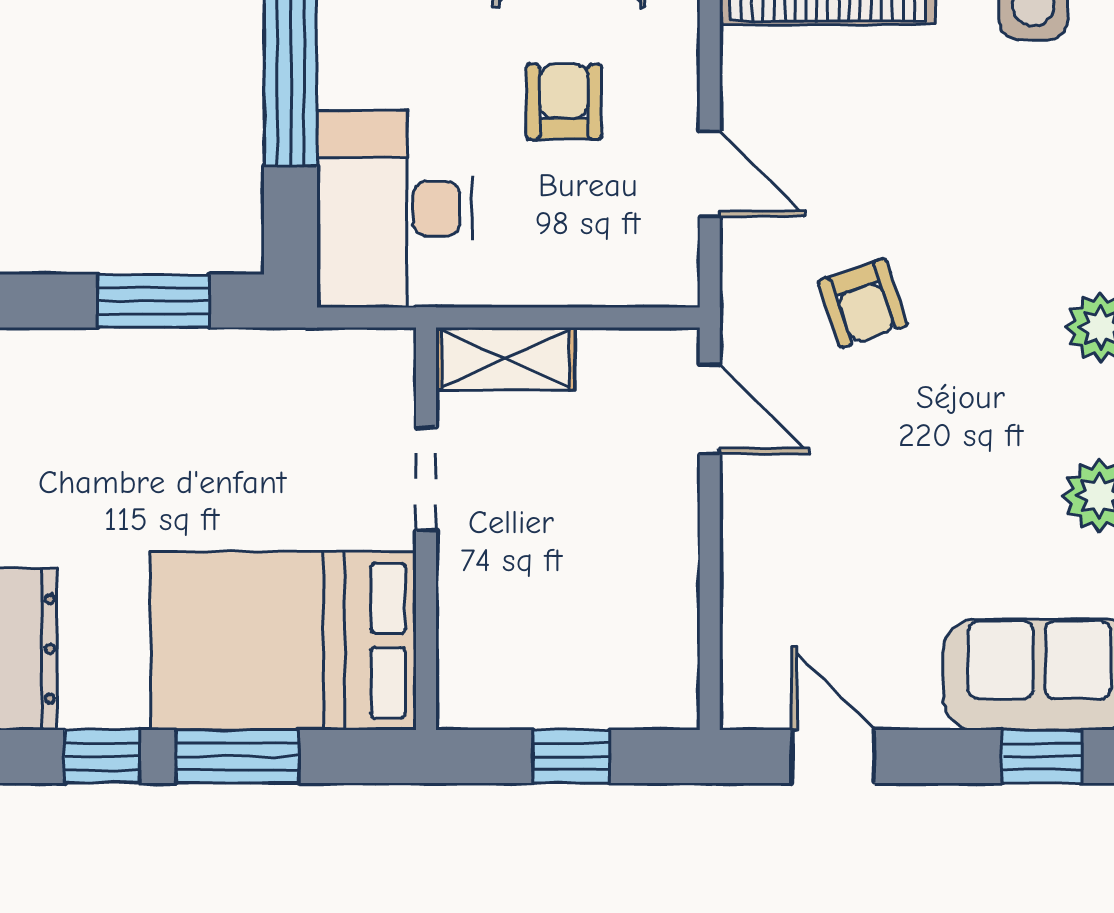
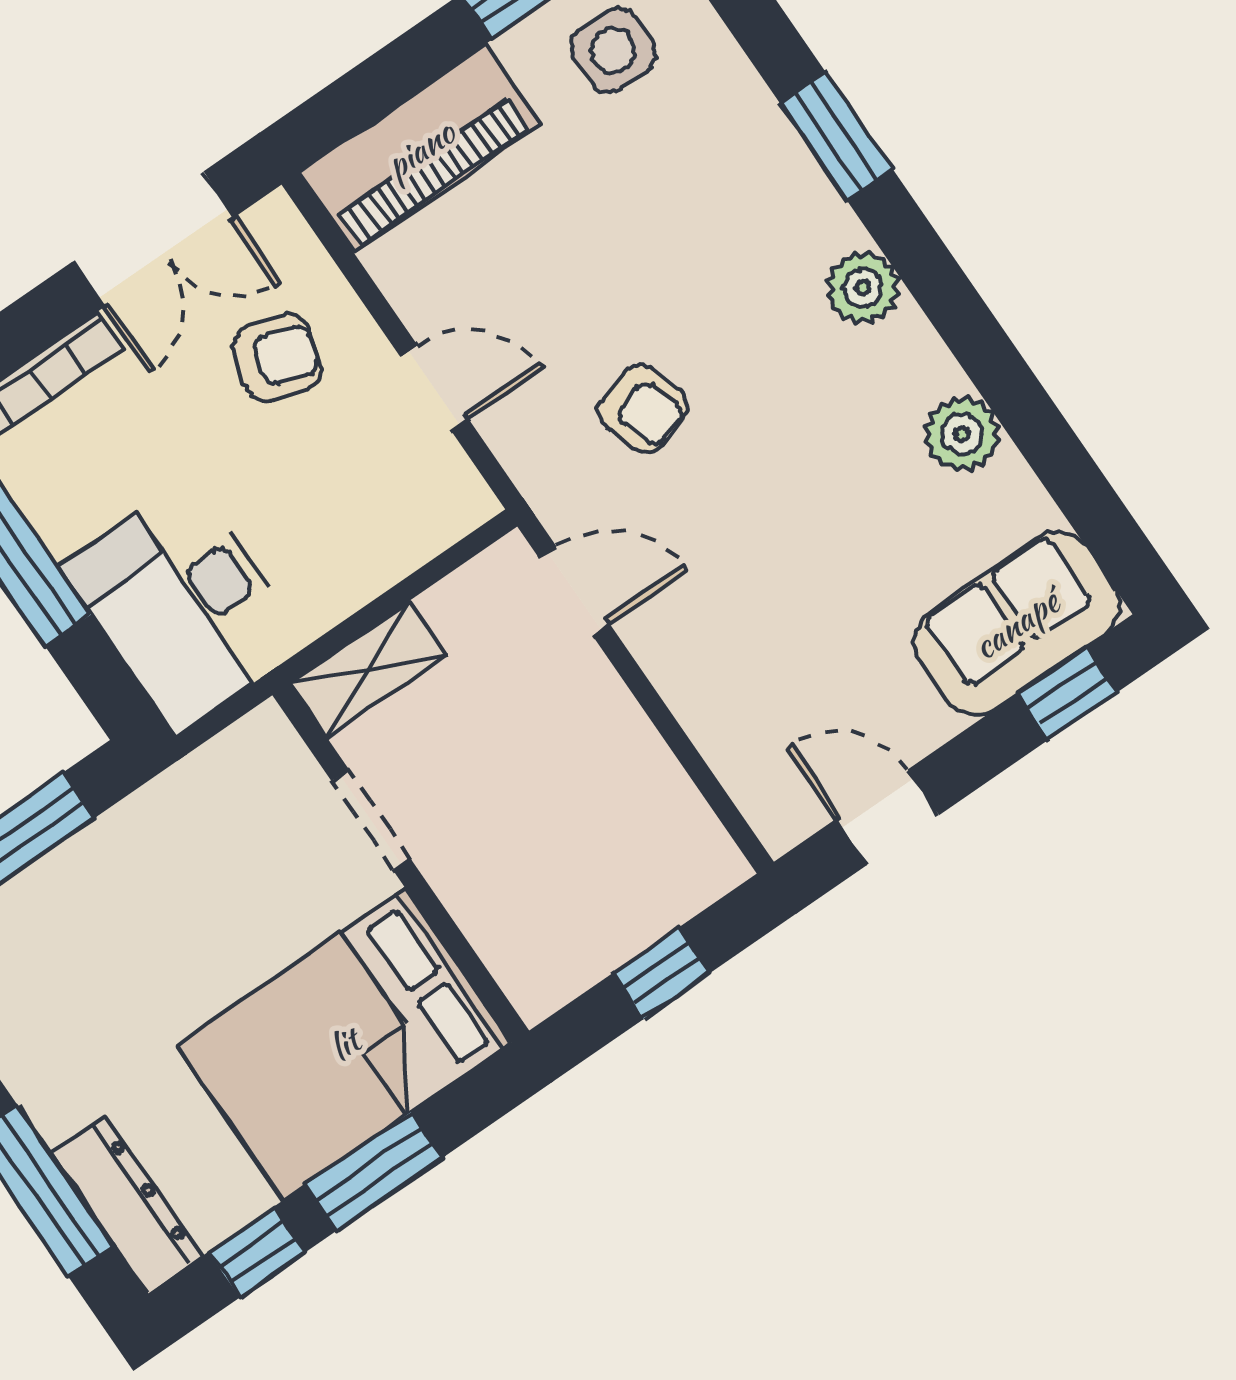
armchair: (564, 102) -> (277, 358), moved, turned 108

